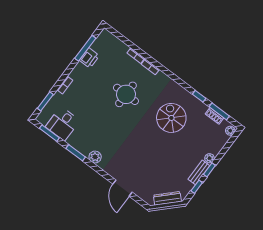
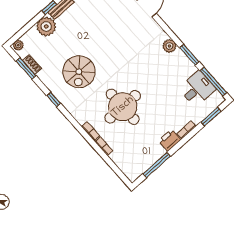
printer: (89, 58) -> (170, 140), moved
round table: (126, 94) -> (123, 107), width x1.36, depth x1.36
window: (199, 96) -> (54, 99), moved
window: (49, 133) -> (213, 82), width x1.44
plant: (209, 158) -> (46, 26), width x1.88, depth x1.88

